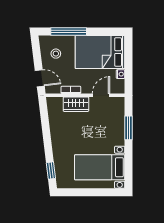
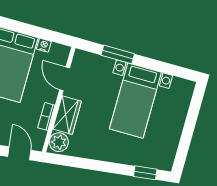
door: (40, 78) -> (19, 153), hinge flipped
plant: (55, 104) -> (59, 142), added
bed with nightstands: (100, 167) -> (135, 101), moved

